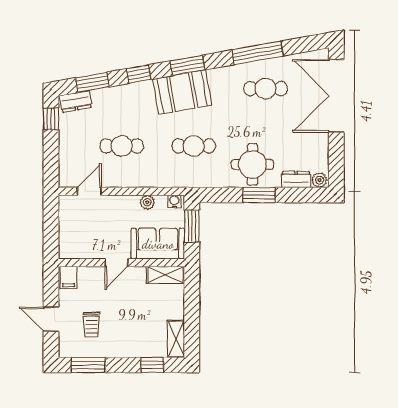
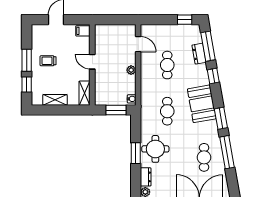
window: (188, 65) -> (221, 118), moved
window: (92, 82) -> (208, 46), width x1.44
dresser: (75, 102) -> (199, 54), moved
plant: (147, 202) -> (131, 70), moved
sofa: (158, 244) -> (105, 88), removed
trolley: (91, 325) -> (48, 61), moved
shelving: (176, 339) -> (55, 100), moved
window: (88, 365) -> (27, 60), moved

